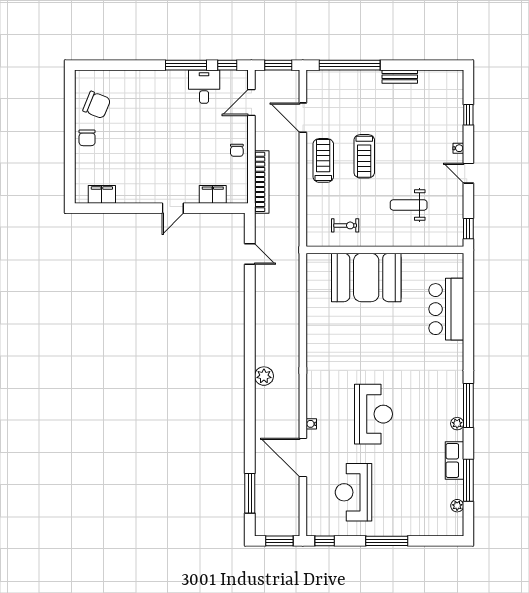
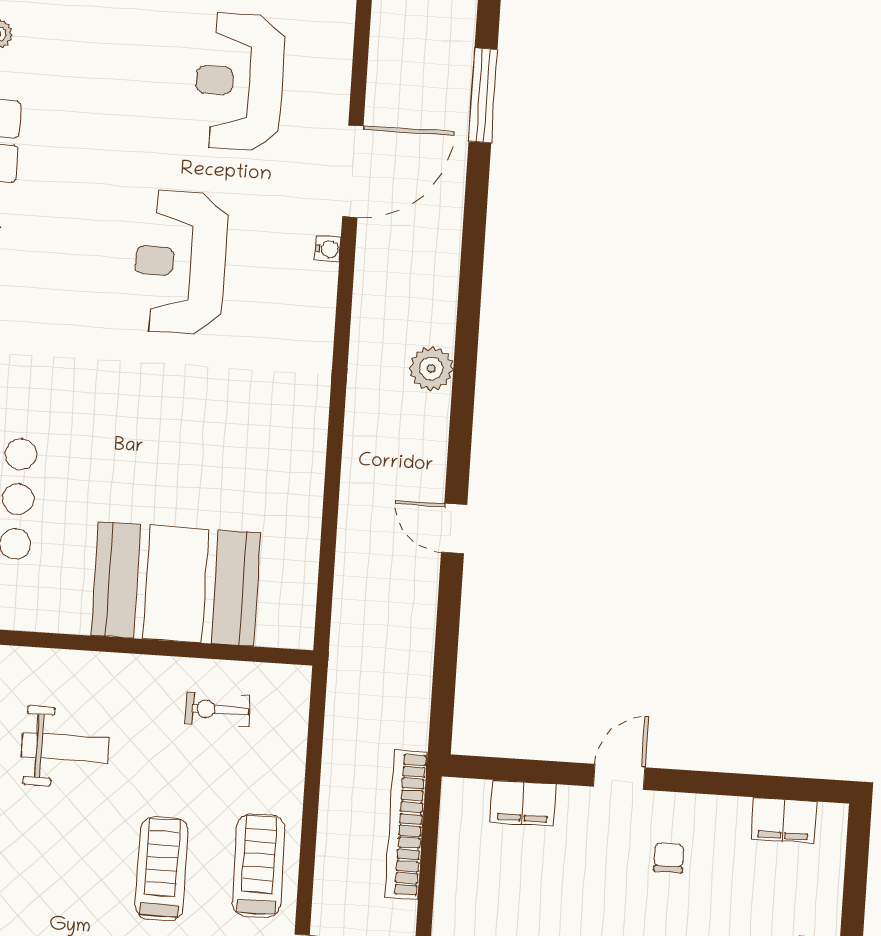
chair: (237, 150) -> (669, 858), moved
treadmill: (323, 160) -> (259, 866), turned 180
door: (250, 254) -> (454, 529), moved
door: (303, 458) -> (353, 171), hinge flipped
reception desk: (354, 492) -> (239, 82), turned 180

